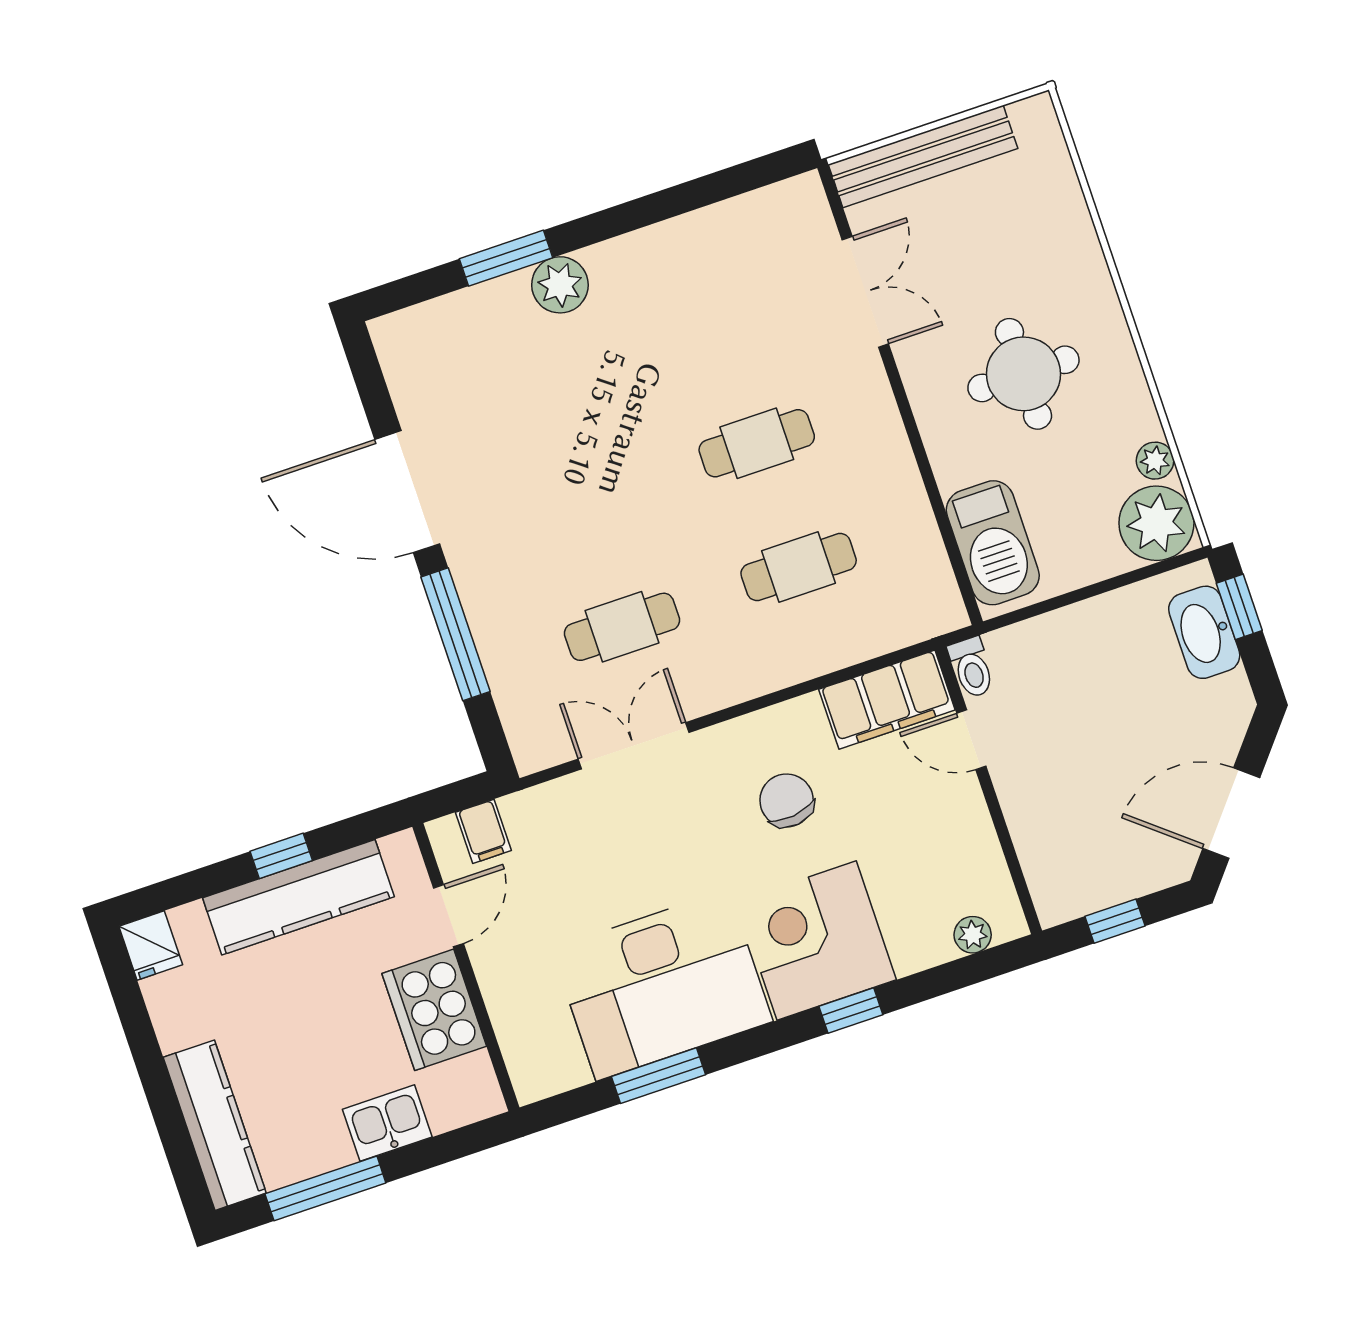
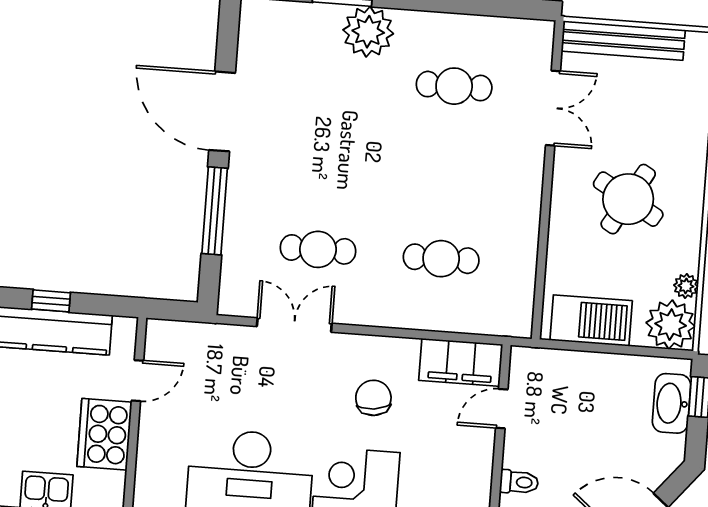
plant: (560, 285) -> (368, 32), width x1.36, depth x1.36
round table: (1023, 374) -> (628, 199), turned 30
cafe table: (757, 443) -> (454, 86), moved
barbecue: (993, 543) -> (591, 321), moved, turned -90
toilet: (971, 668) -> (519, 482), moved, turned -90
door: (971, 740) -> (502, 409), hinge flipped
filing cabinet: (483, 831) -> (181, 338), removed

